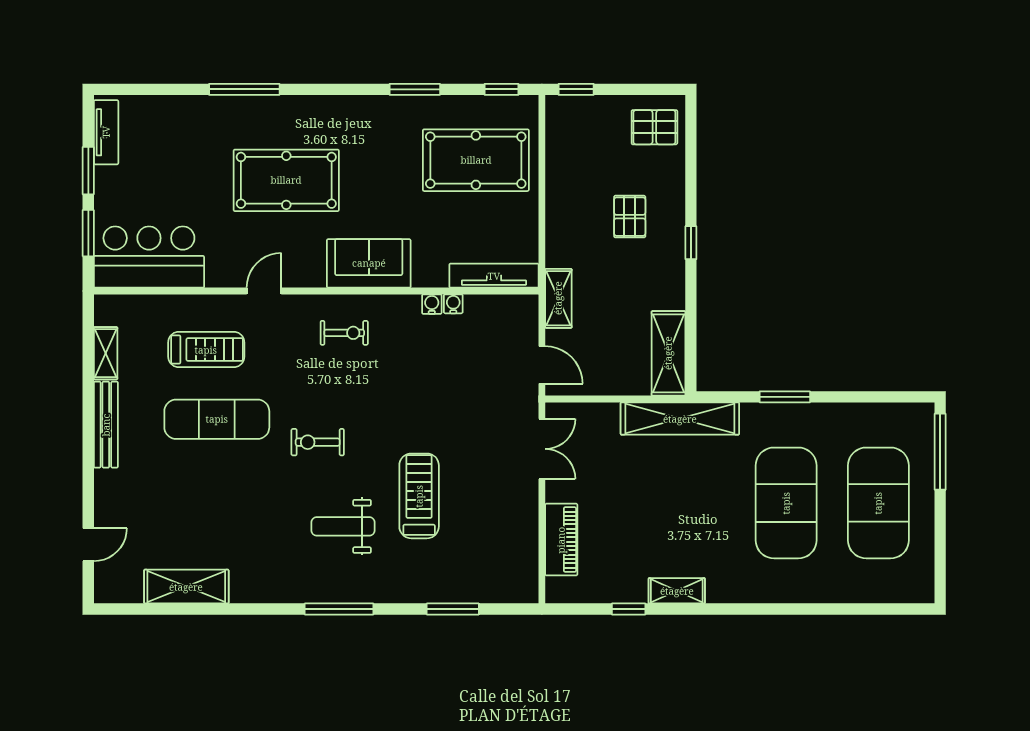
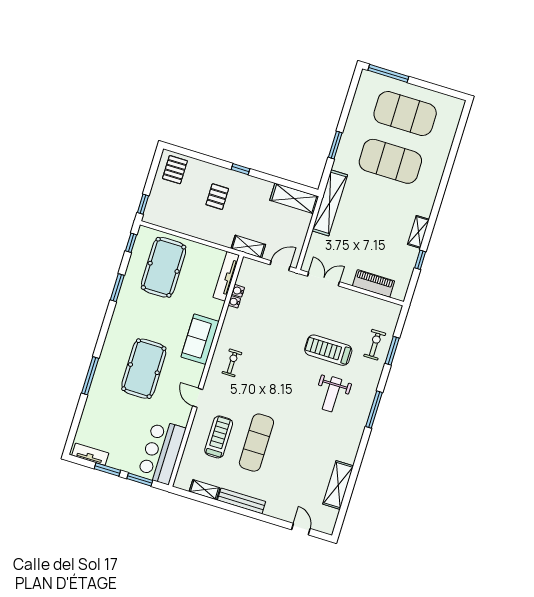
pallet: (630, 217) -> (217, 197), turned 90
water cooler: (432, 304) -> (238, 291), moved
exercise bike: (318, 442) -> (375, 345), moved, turned 180

